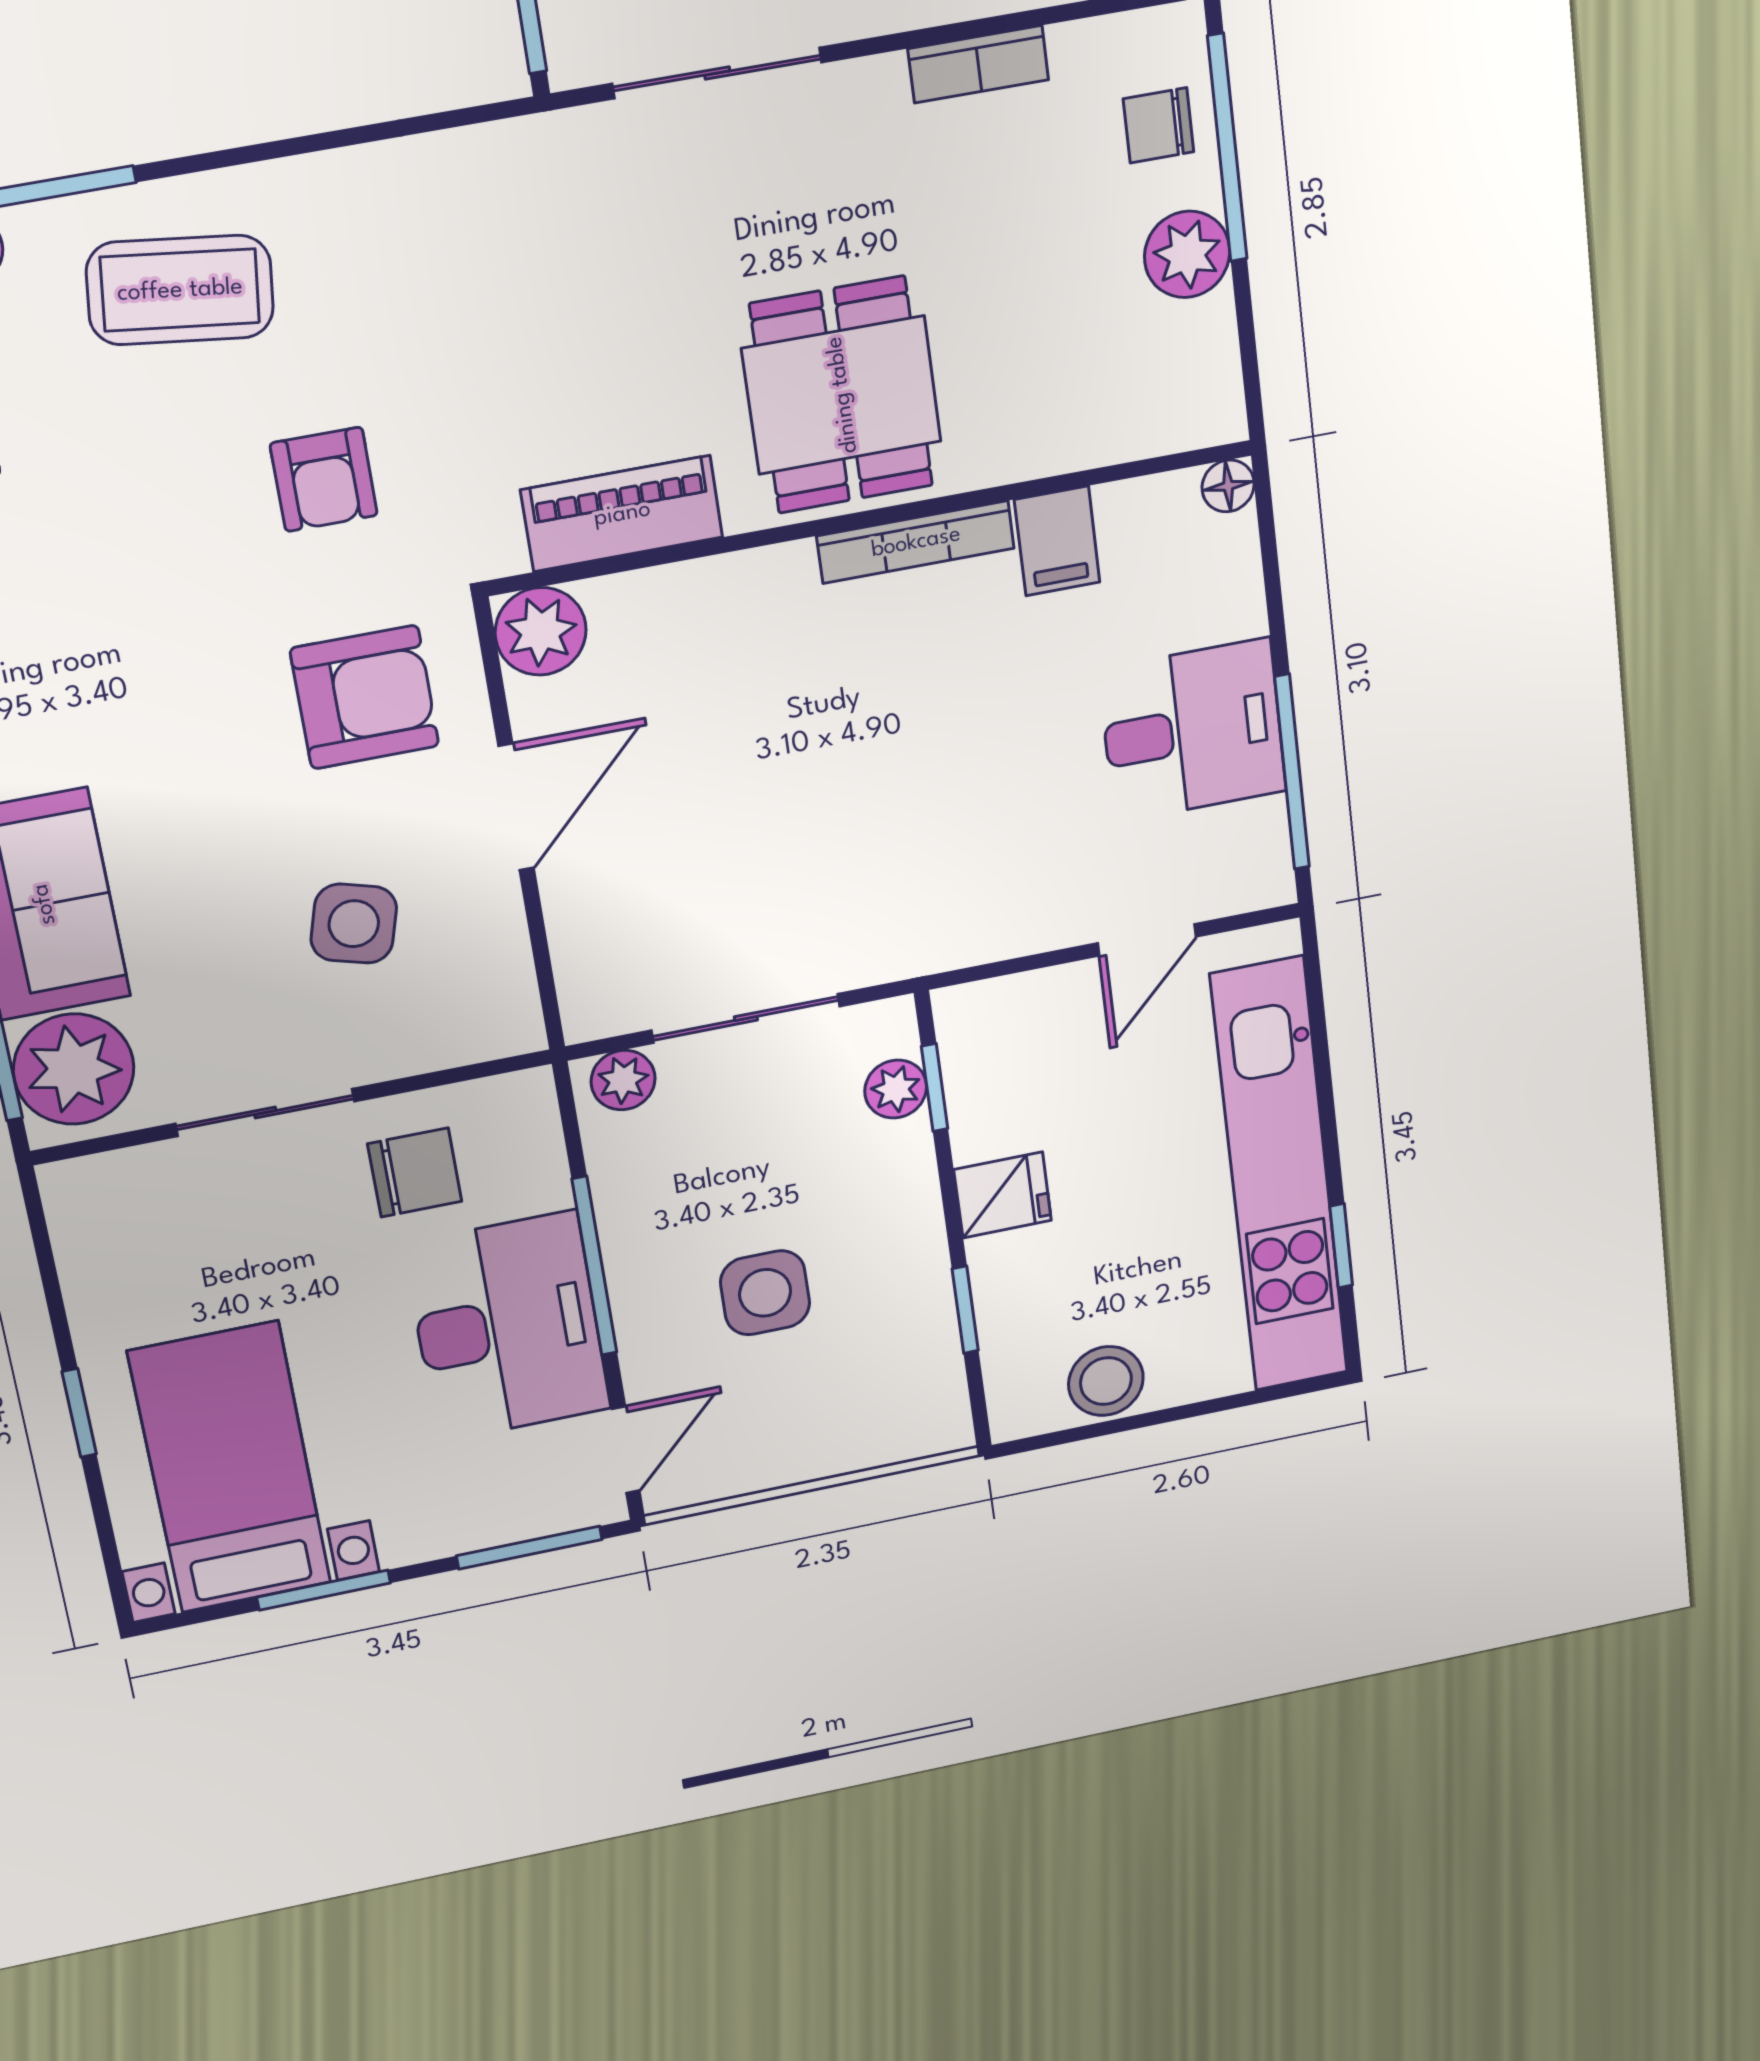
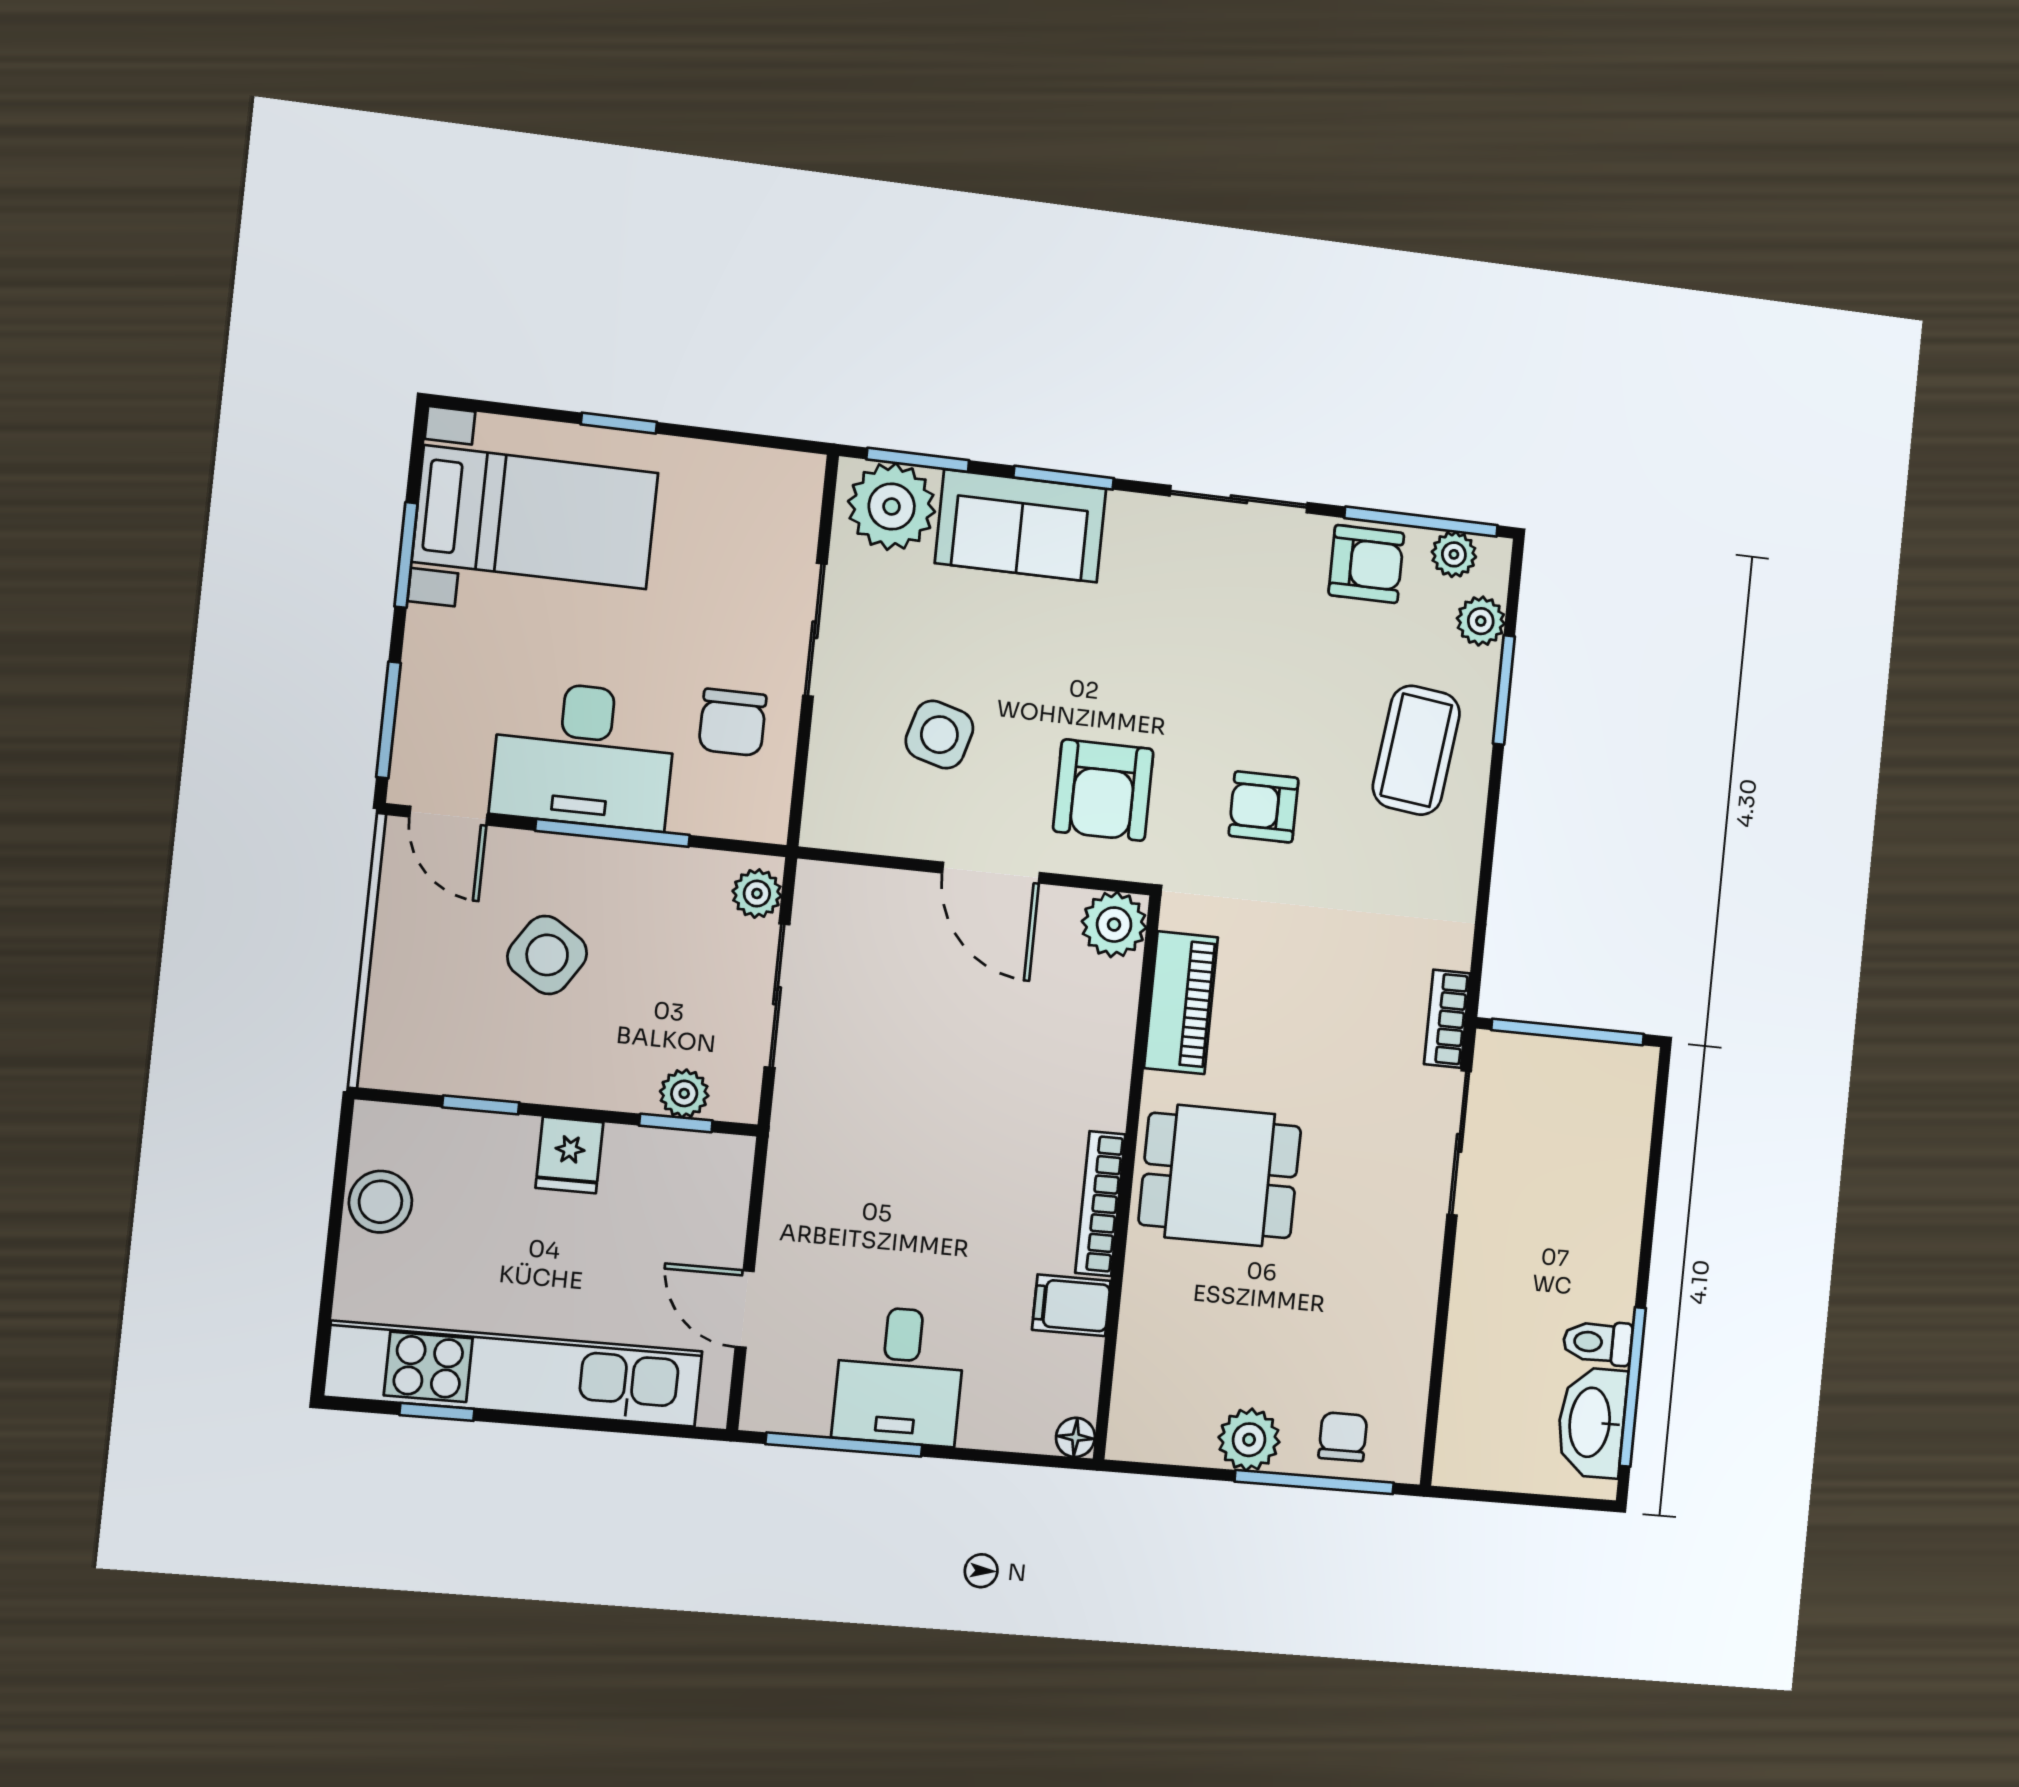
bookcase: (978, 64) -> (1447, 1019), moved
side table: (765, 1293) -> (547, 955), turned 33

